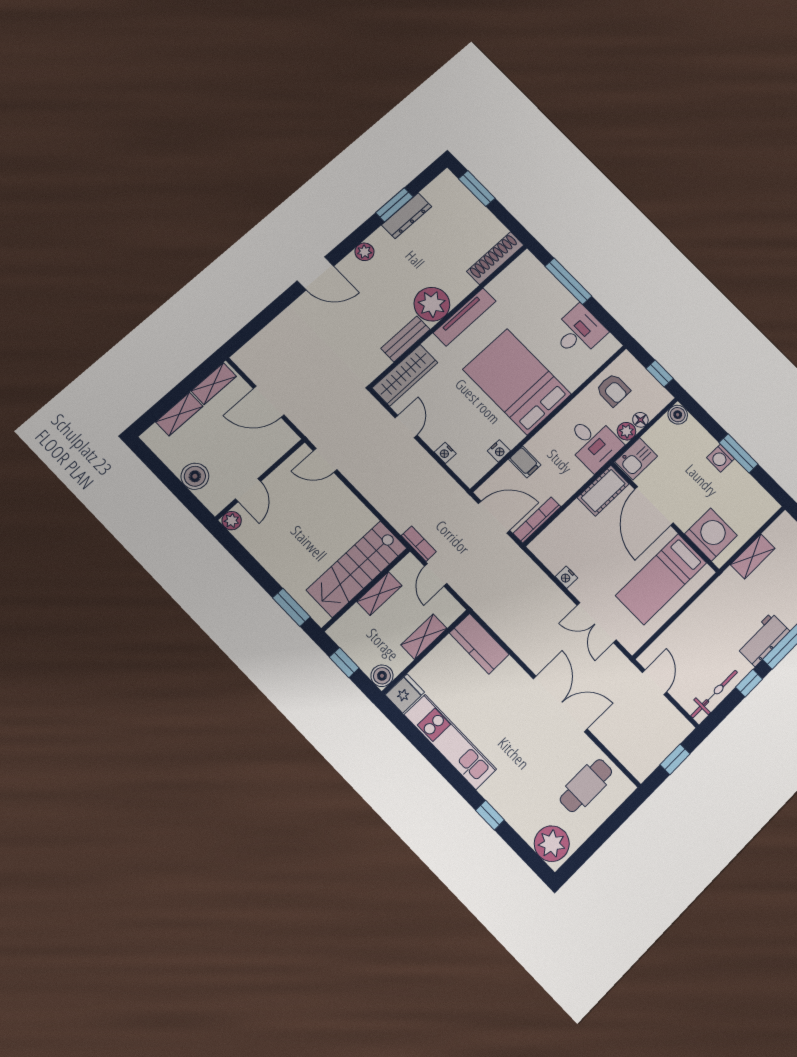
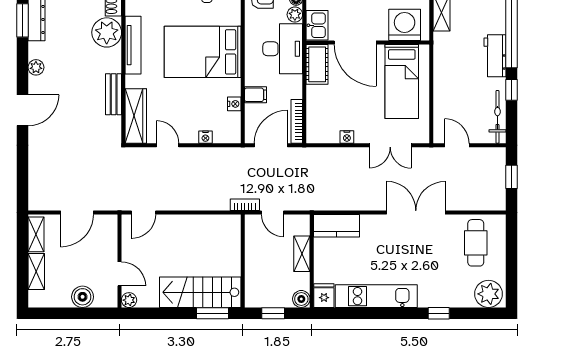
plant: (432, 304) -> (107, 32), moved
desk: (593, 443) -> (283, 49), width x1.37
stairs: (357, 569) -> (200, 292), moved, turned 90
shelving: (379, 594) -> (252, 255), removed

